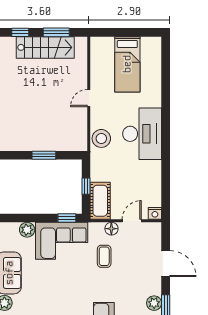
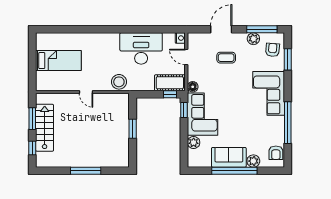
desk: (142, 134) -> (141, 48), moved
window: (86, 186) -> (170, 94), moved
floor lamp: (111, 229) -> (193, 87), moved
coffee table: (104, 256) -> (226, 58), moved

